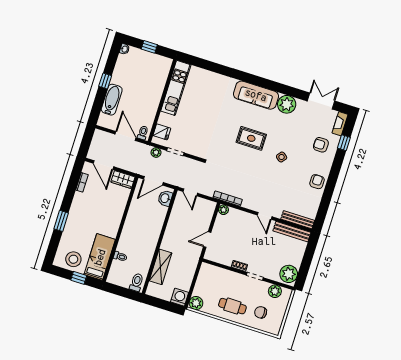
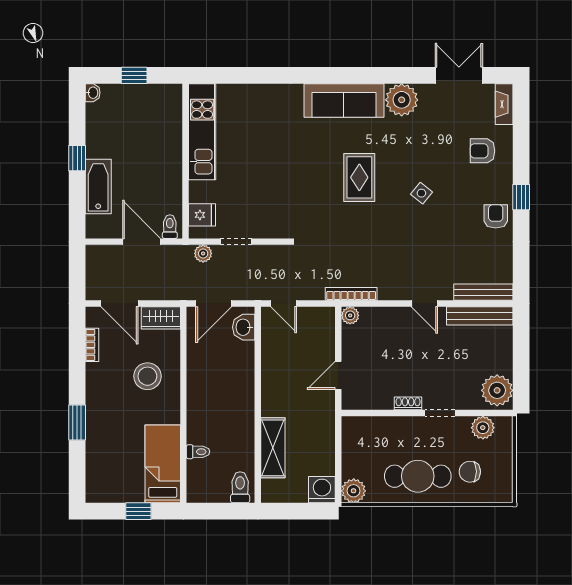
rug: (251, 138) -> (359, 177), turned 90
window: (344, 143) -> (521, 197), moved
stool: (73, 259) -> (147, 376), moved
cafe table: (232, 306) -> (418, 476), width x1.37, depth x1.35

